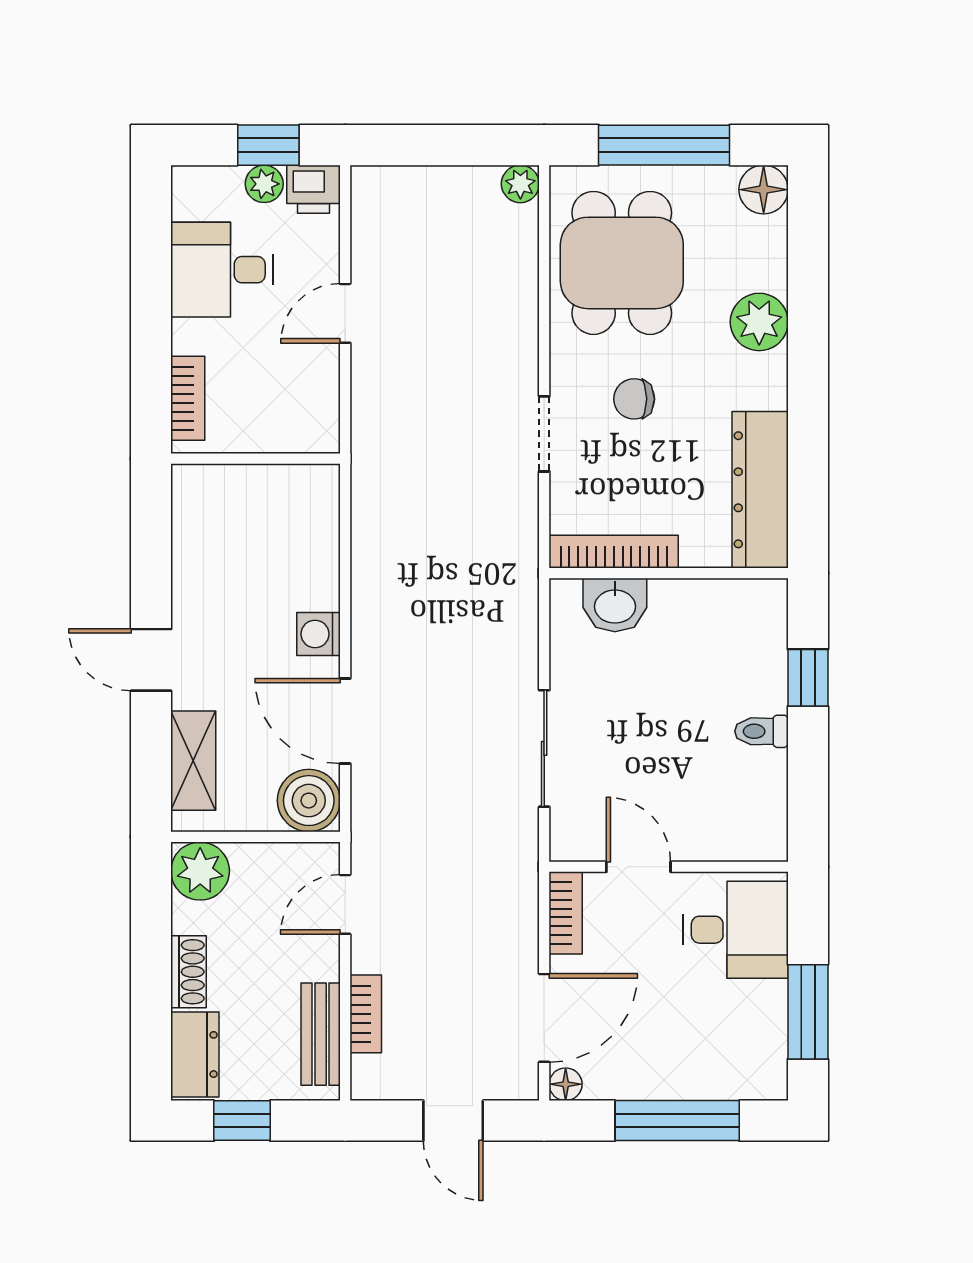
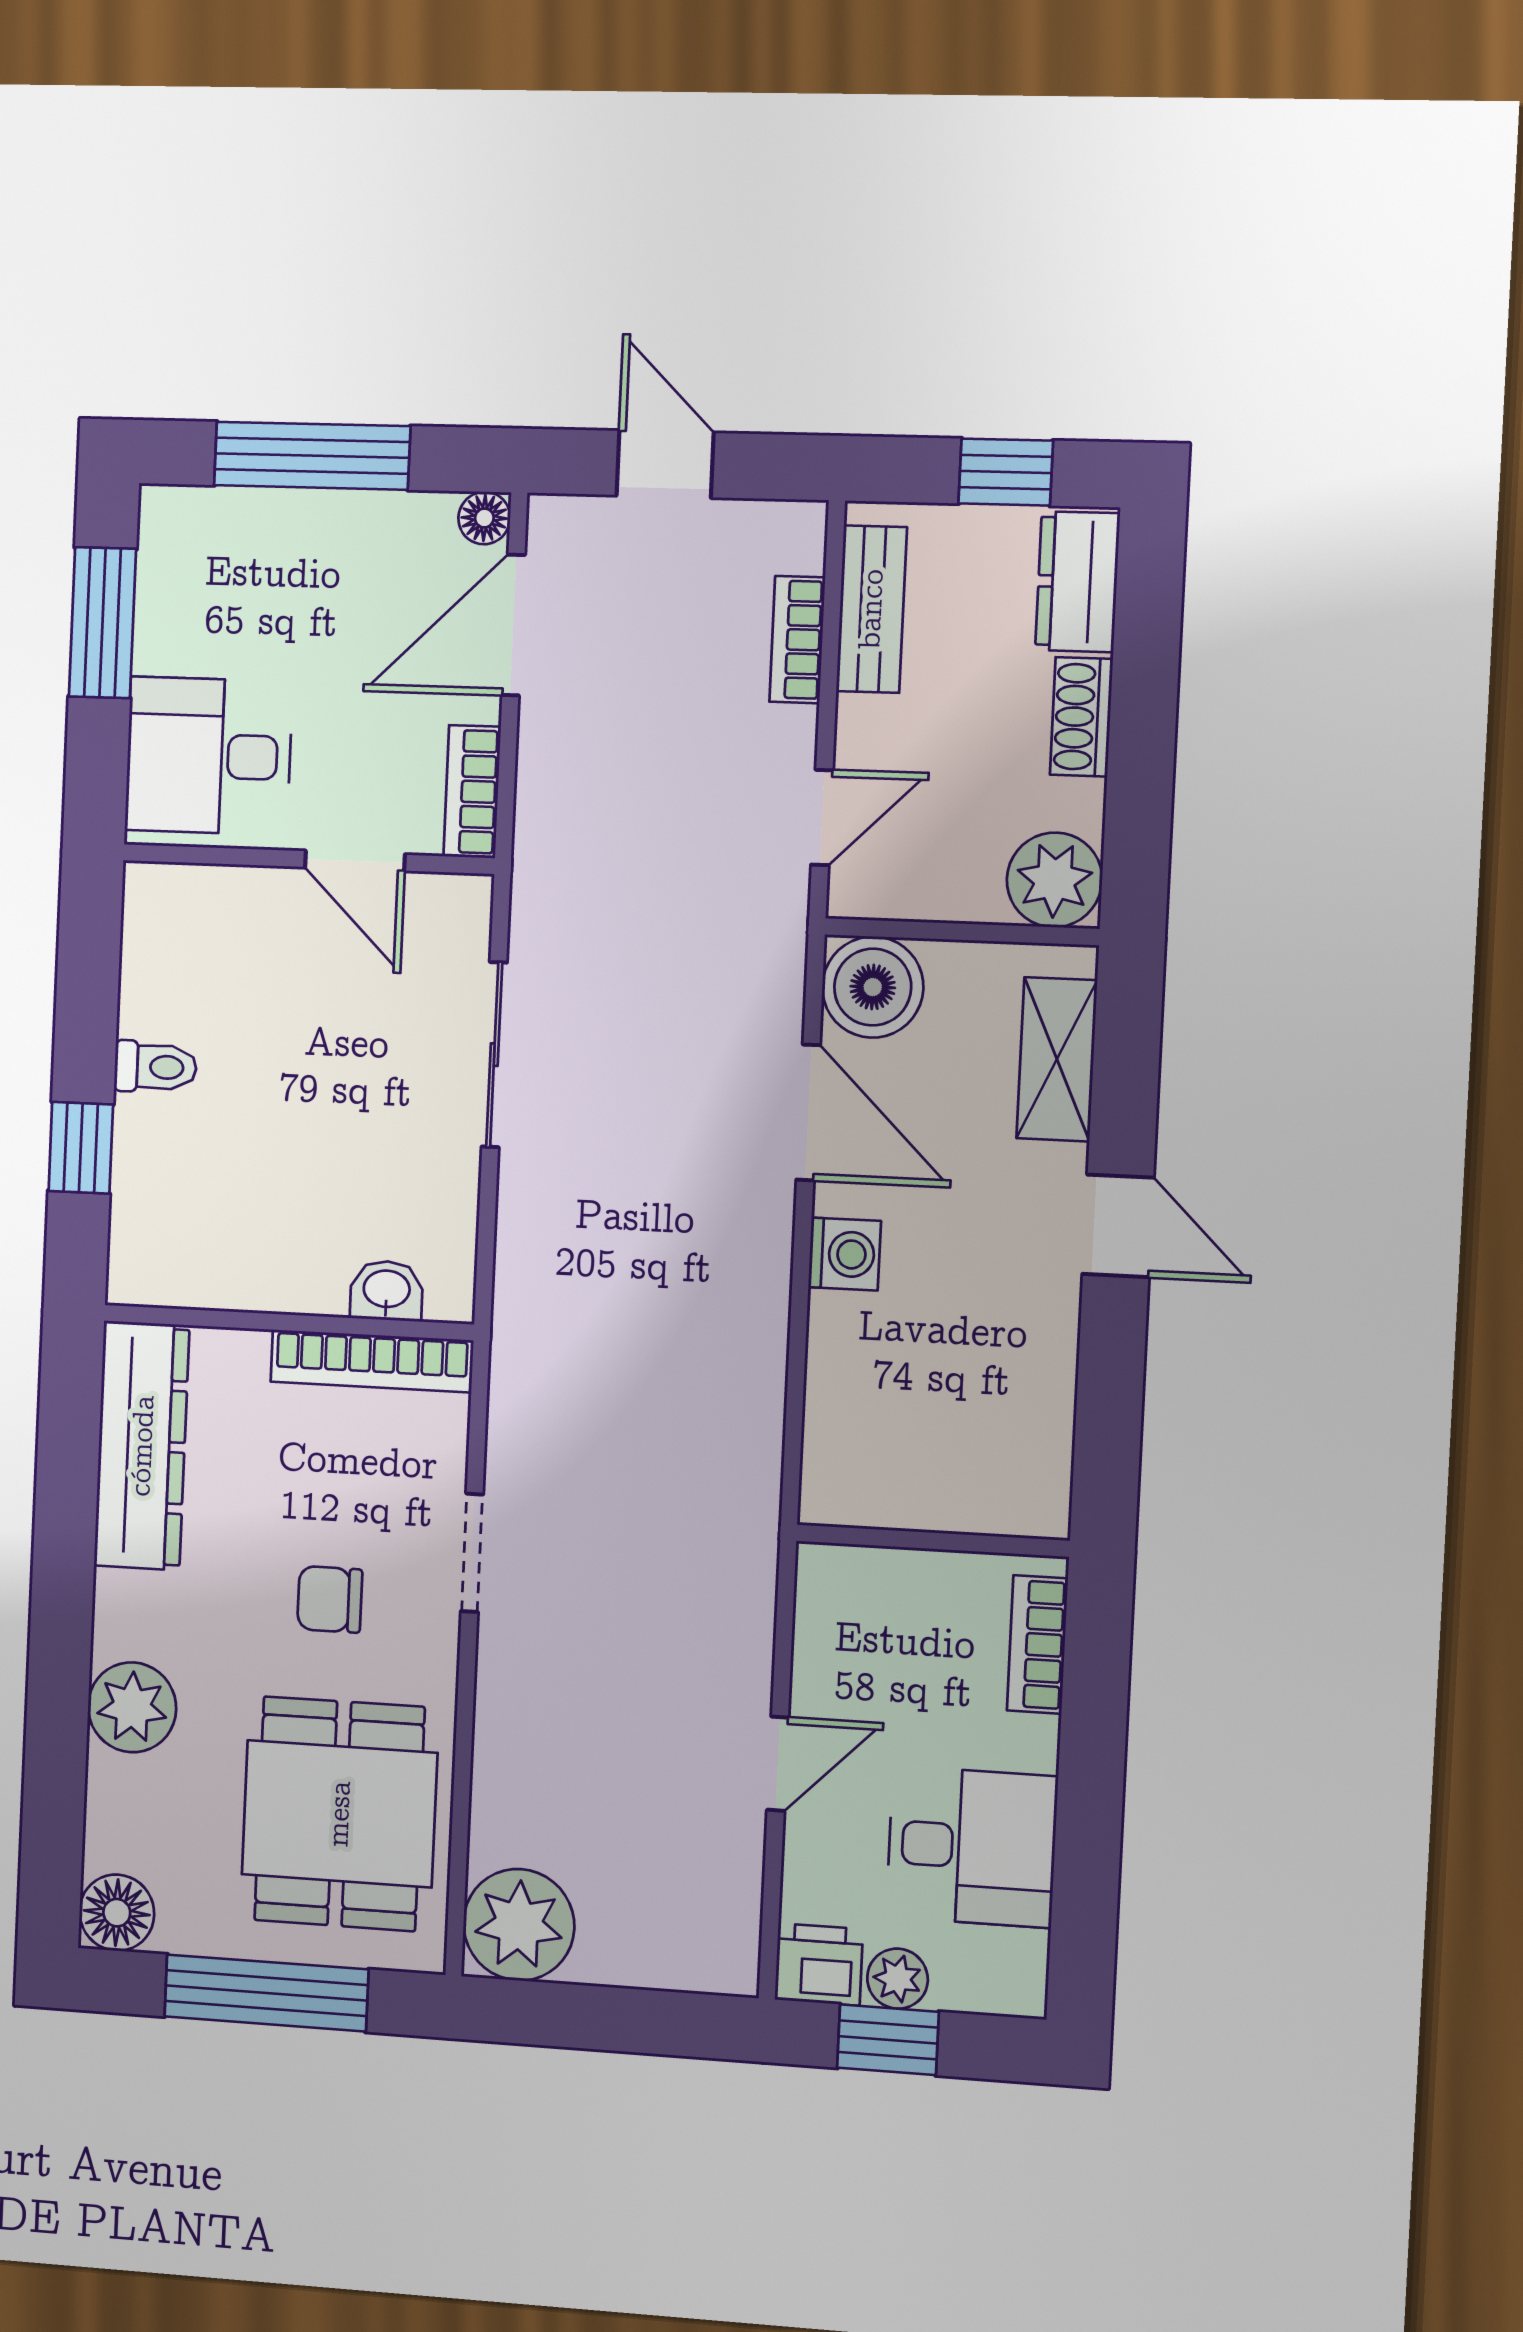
plant: (520, 184) -> (519, 1925), width x1.88, depth x1.88
chair: (634, 399) -> (330, 1599), turned 180
washbasin: (615, 605) -> (387, 1291), width x0.72, depth x0.69

